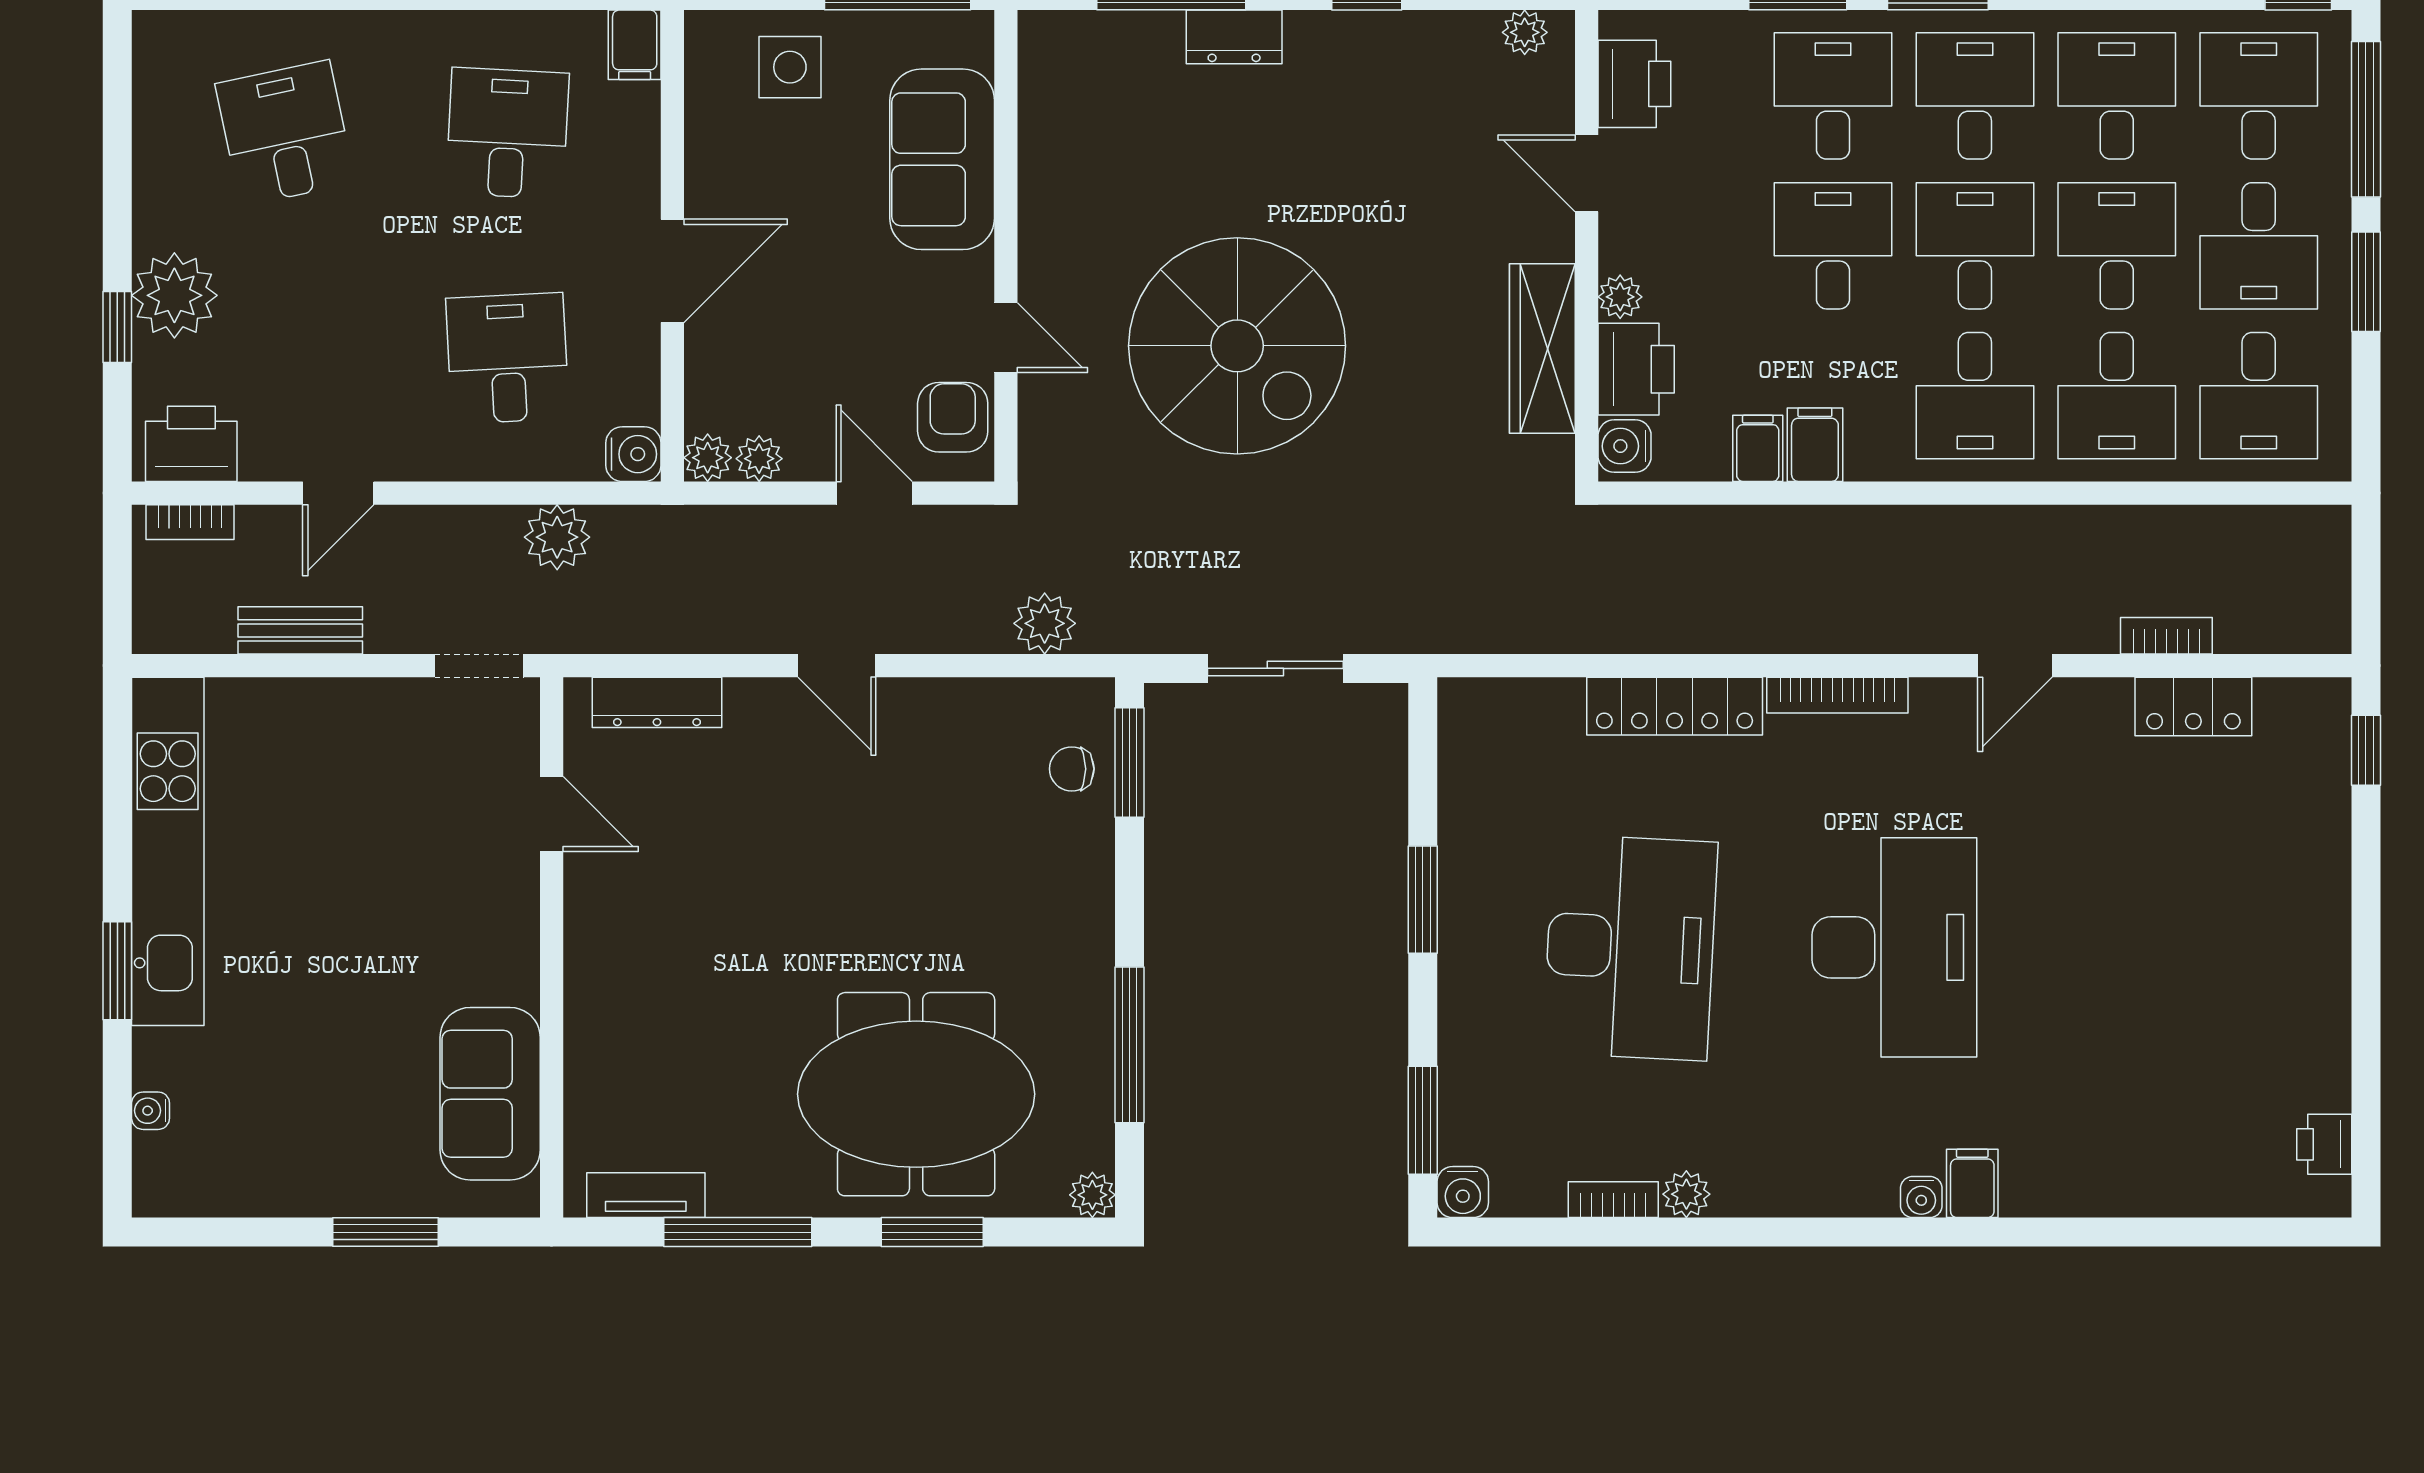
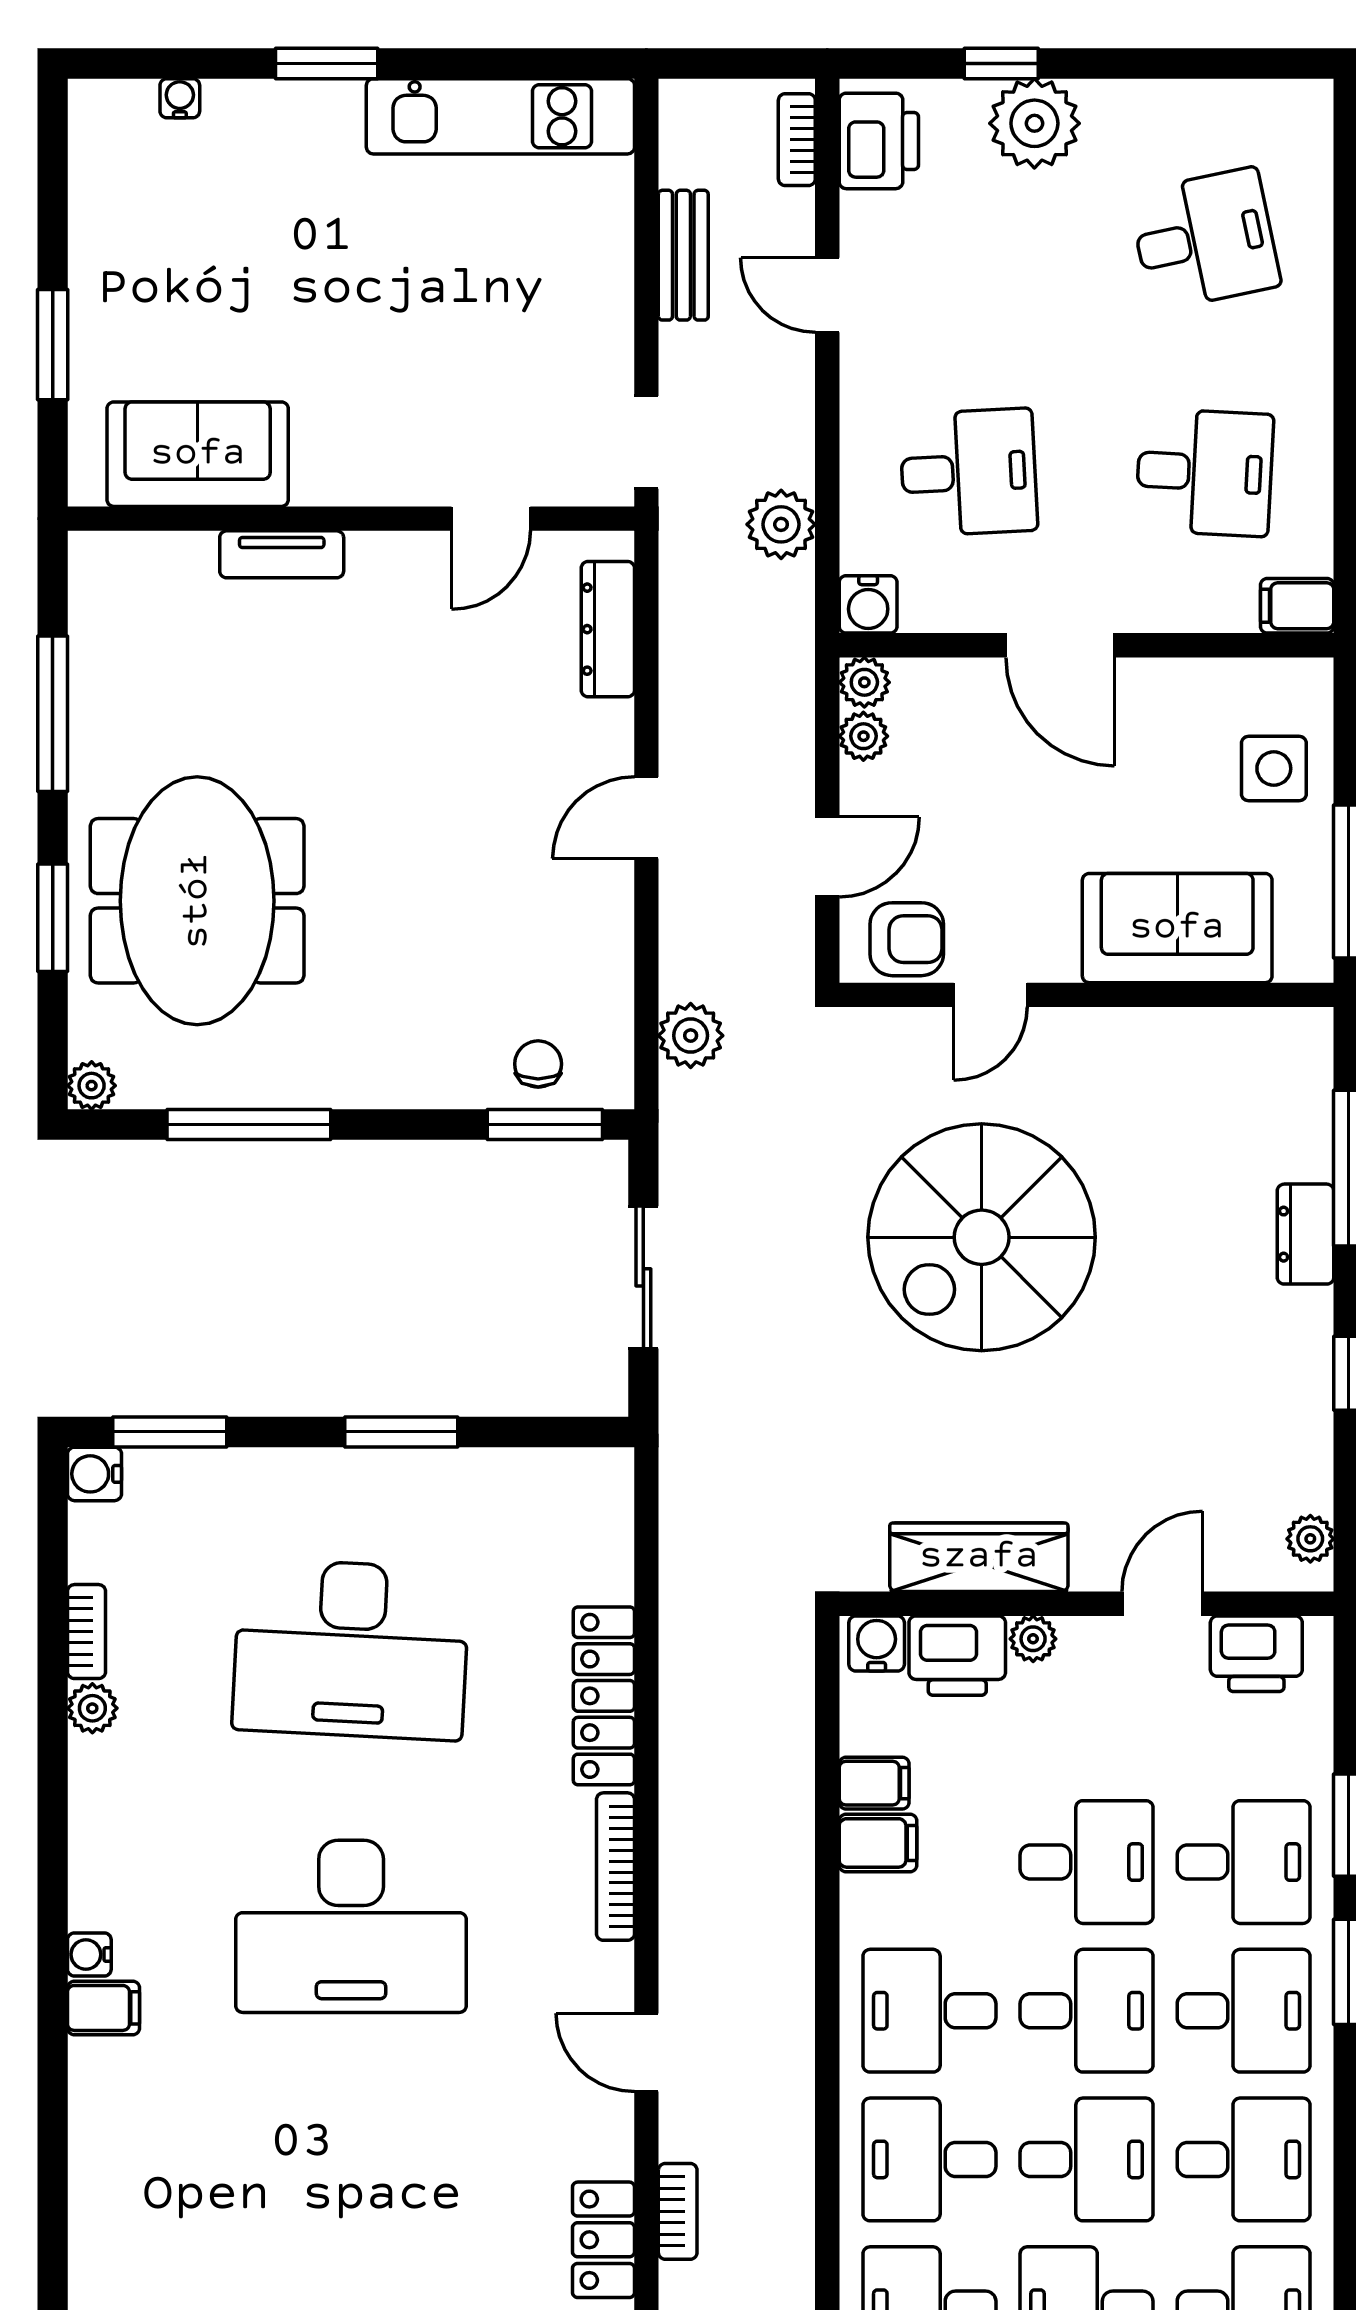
kitchen unit: (168, 851) -> (500, 116), width x0.73
tv unit: (646, 1195) -> (282, 554), moved, turned 90

